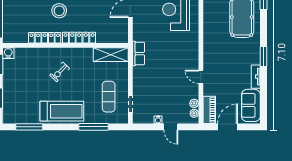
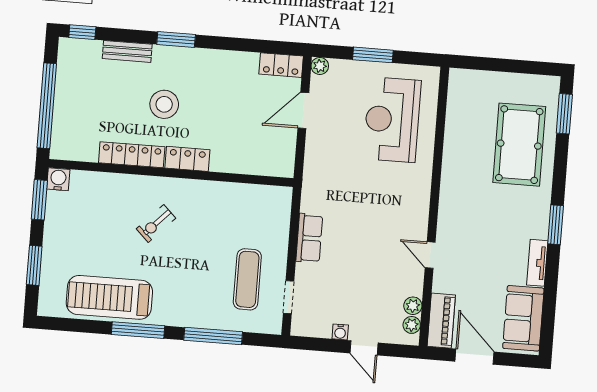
locker: (79, 38) -> (187, 159), width x0.66
row of seats: (139, 54) -> (309, 238), moved
shelving: (111, 55) -> (258, 198), removed
treadmill: (62, 111) -> (109, 297), moved, turned 180
window: (29, 127) -> (138, 330), moved
door: (228, 127) -> (475, 357), hinge flipped

